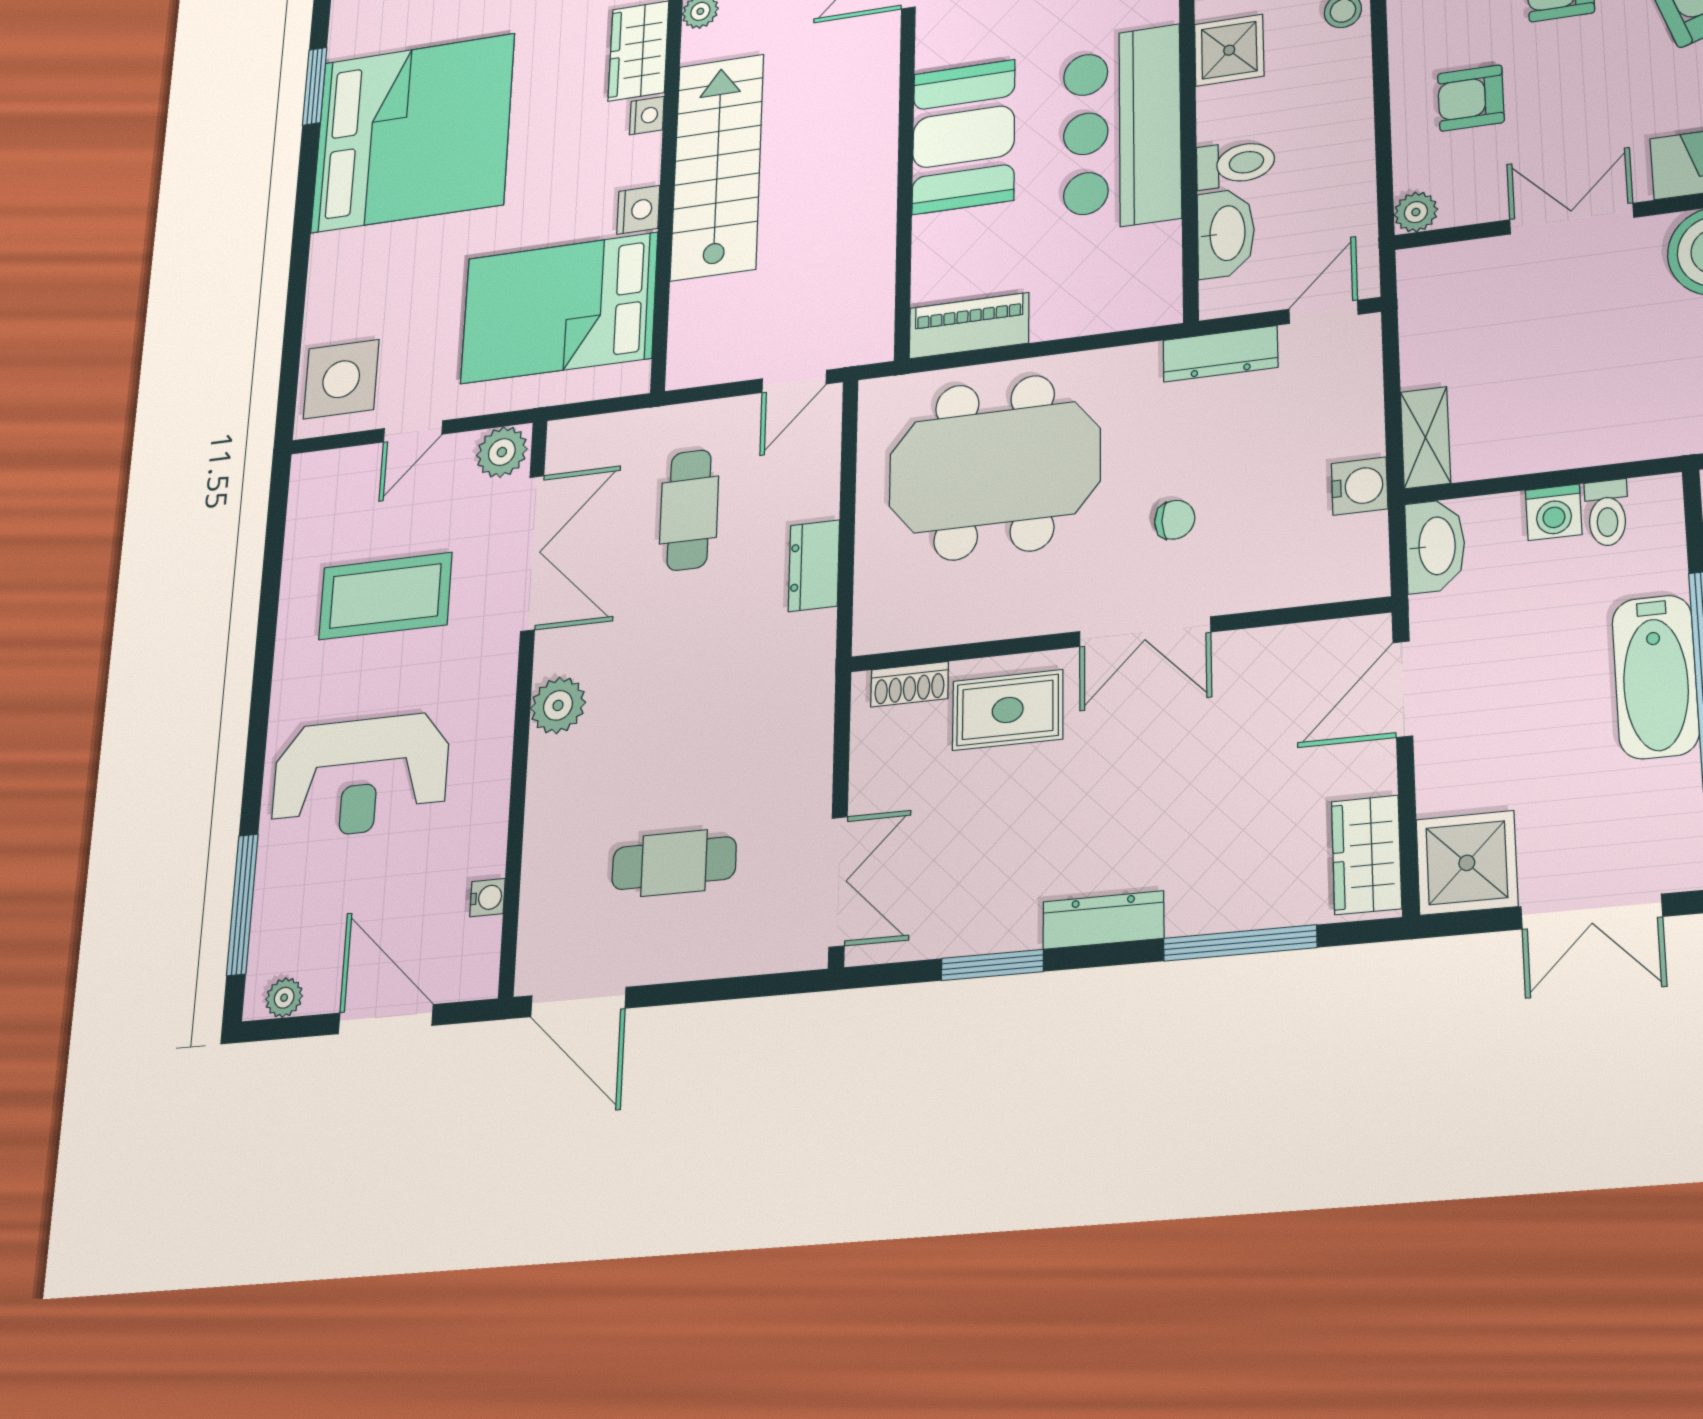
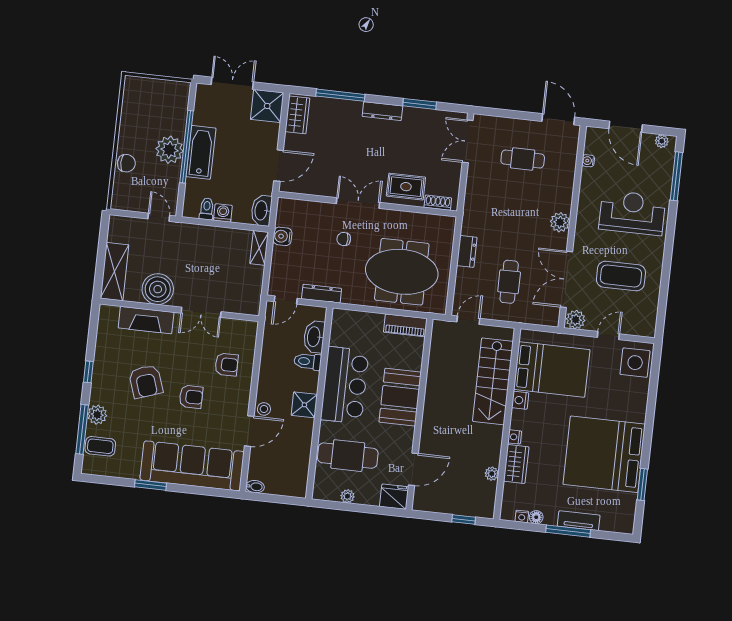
stairs: (717, 167) -> (493, 381), moved
plant: (1416, 212) -> (251, 328), removed

